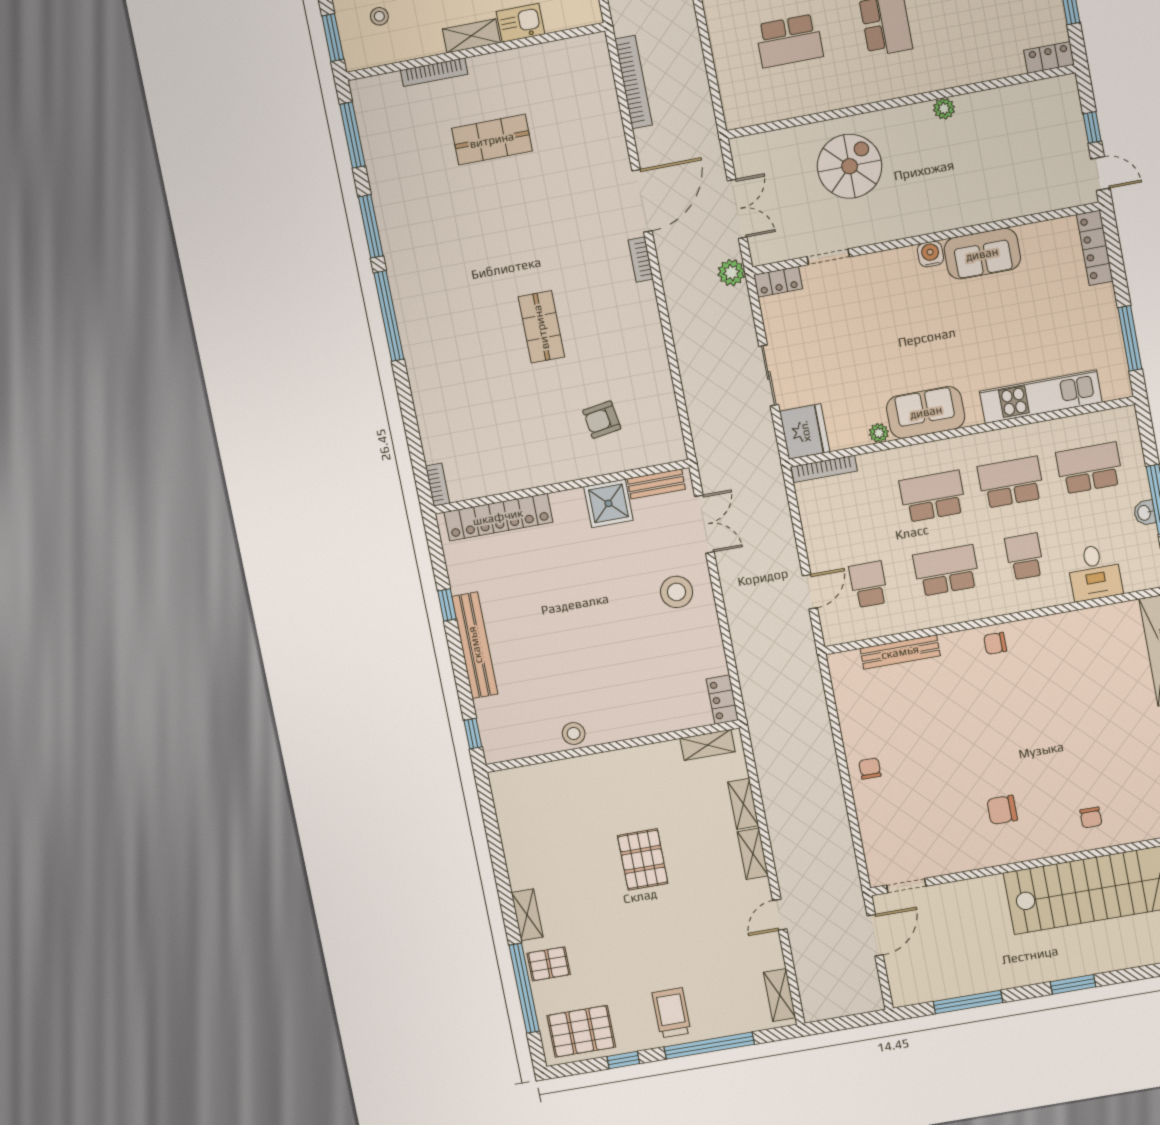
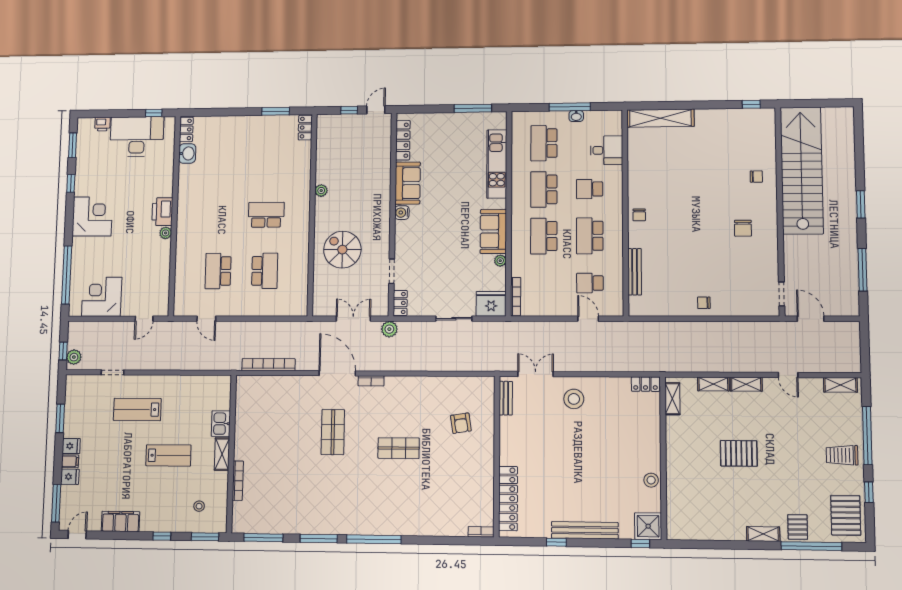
shop shelf: (492, 140) -> (333, 432), moved
locker: (1095, 248) -> (403, 140), moved, turned -90
shower: (608, 503) -> (648, 526), moved

